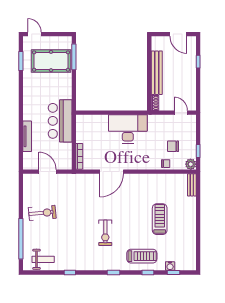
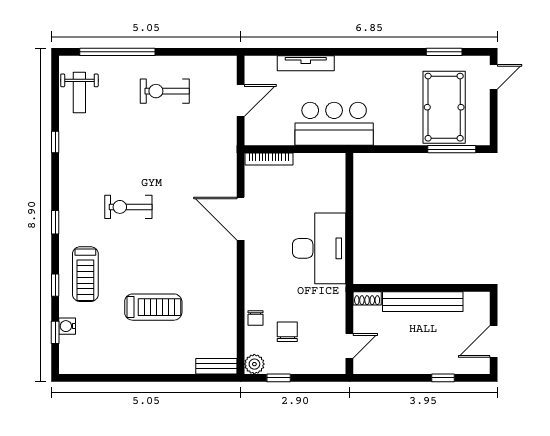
exercise bike: (42, 213) -> (165, 91), turned 95

